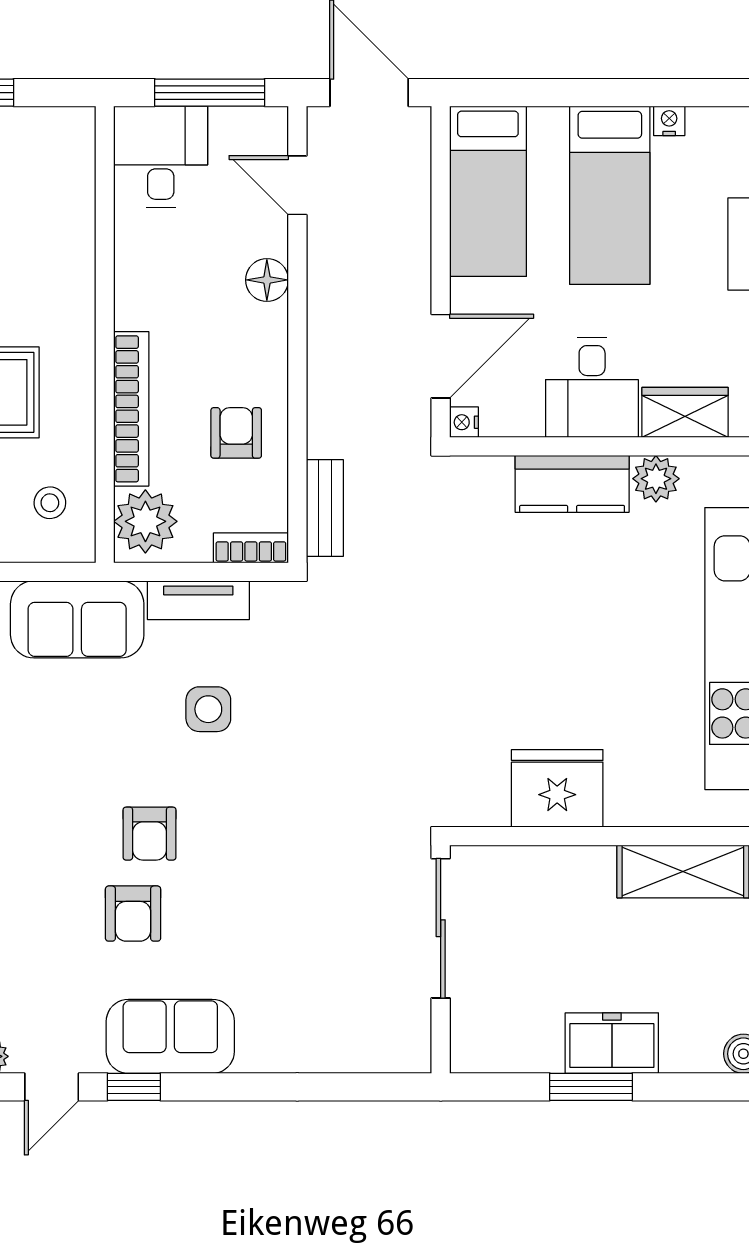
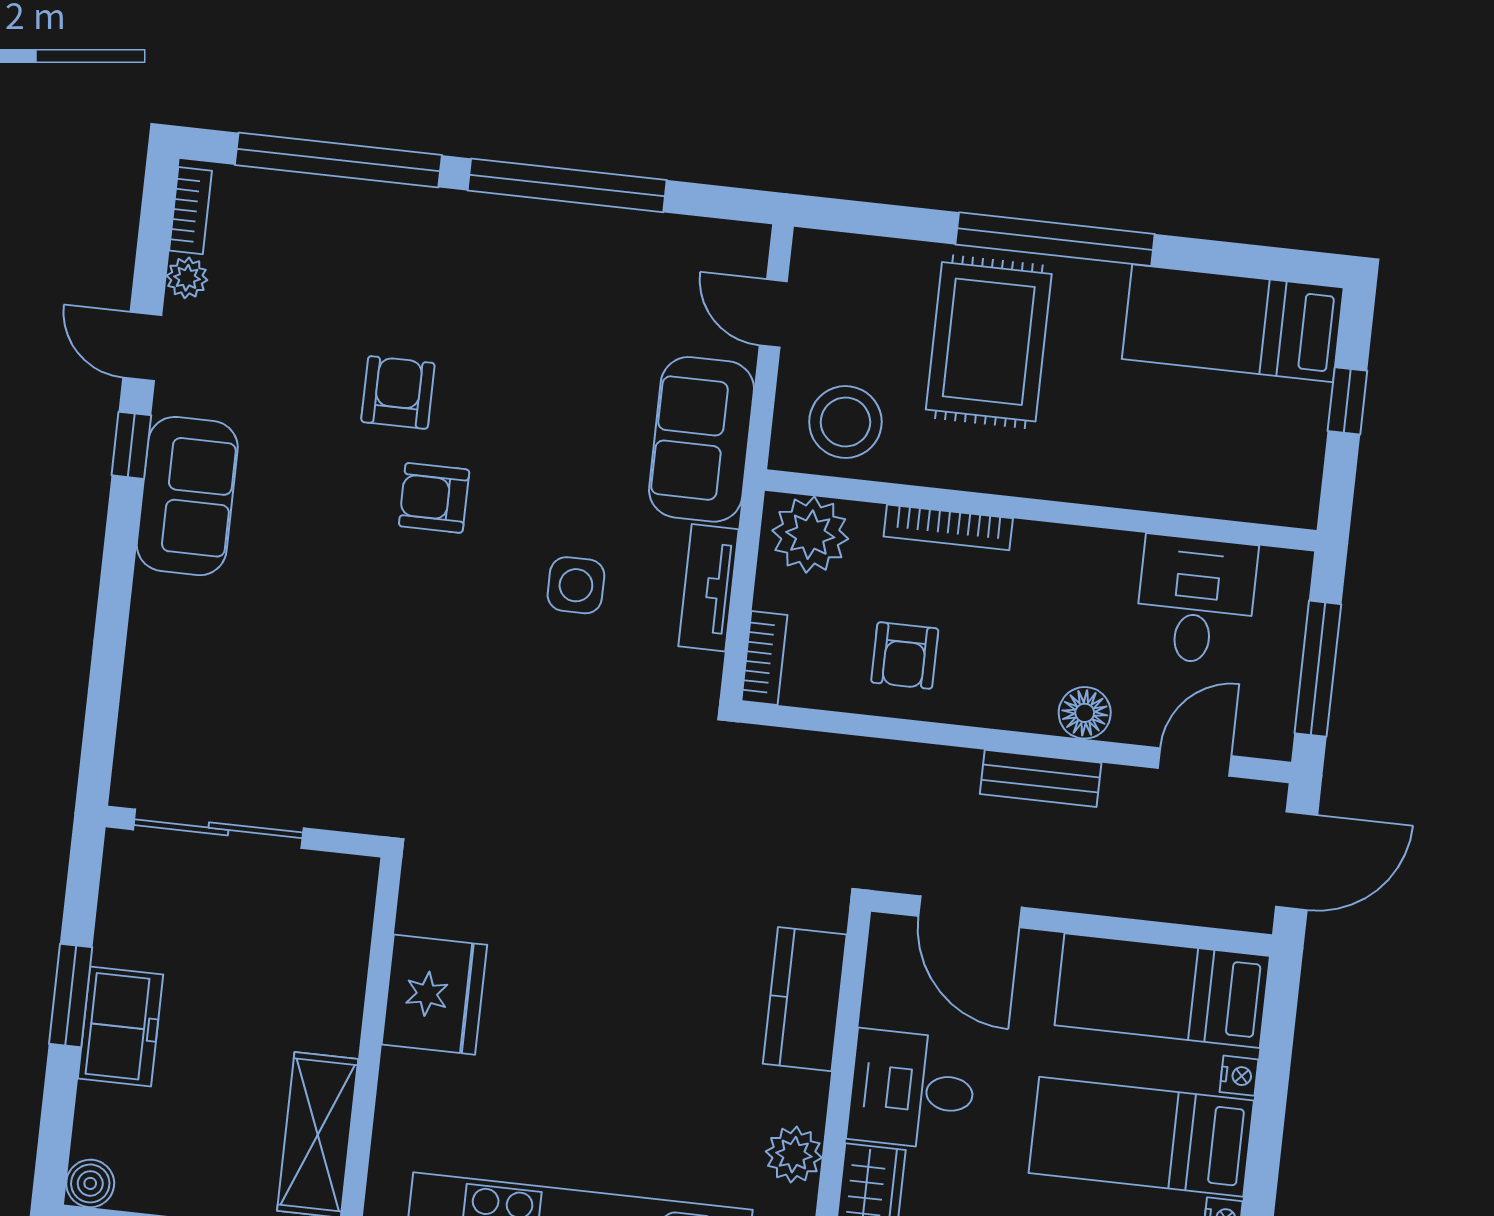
desk: (161, 157) -> (1196, 600), moved, turned -90
bookcase: (131, 409) -> (948, 527), width x0.68, depth x0.76
nightstand: (464, 422) -> (1239, 1076), moved, turned 90
armchair: (236, 433) -> (905, 656), turned 90
kitchen counter: (572, 484) -> (805, 999), moved
stool: (50, 503) -> (845, 422), width x1.89, depth x1.89
bench: (325, 508) -> (1041, 778), moved
armchair: (133, 914) -> (398, 392), moved, turned 90
sliding door: (441, 928) -> (218, 829), moved

